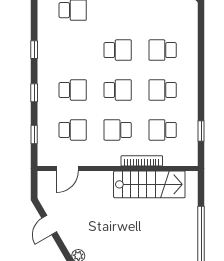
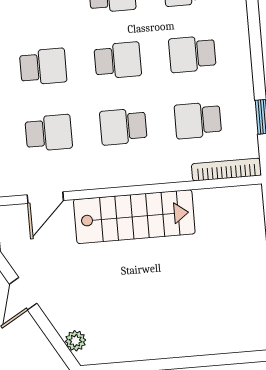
bookcase: (142, 161) -> (226, 170), moved
stairs: (149, 184) -> (134, 217), moved

